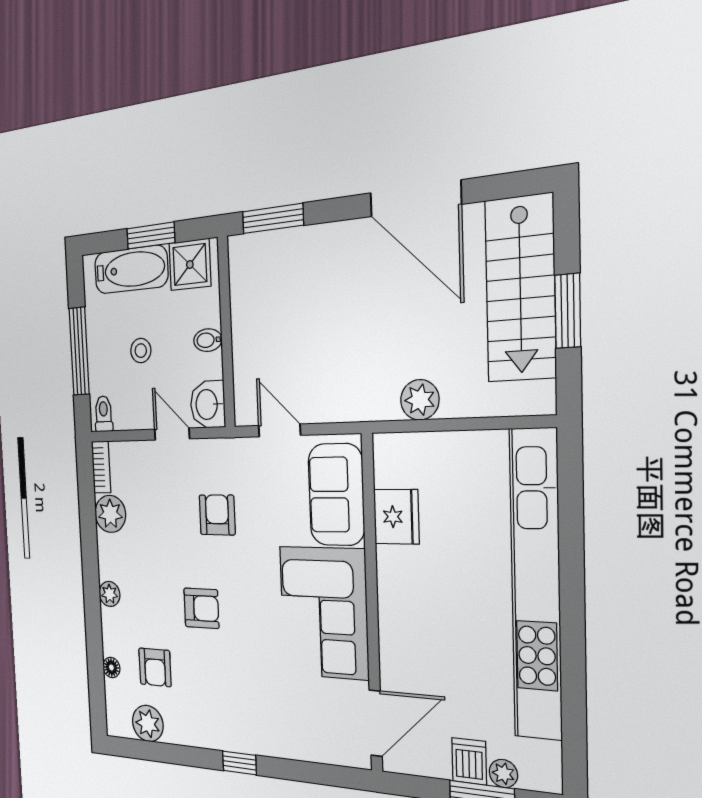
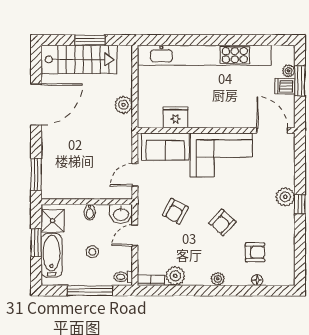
armchair: (217, 515) -> (175, 211), turned -62
armchair: (201, 608) -> (223, 223), turned -138
plant: (148, 723) -> (285, 197), moved

